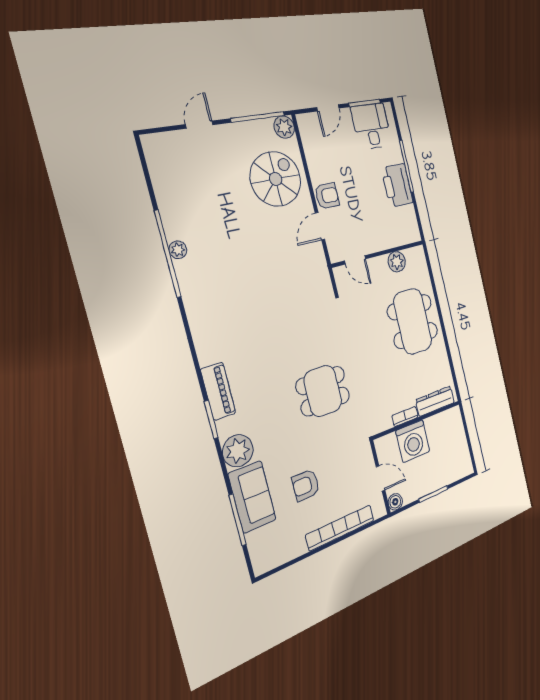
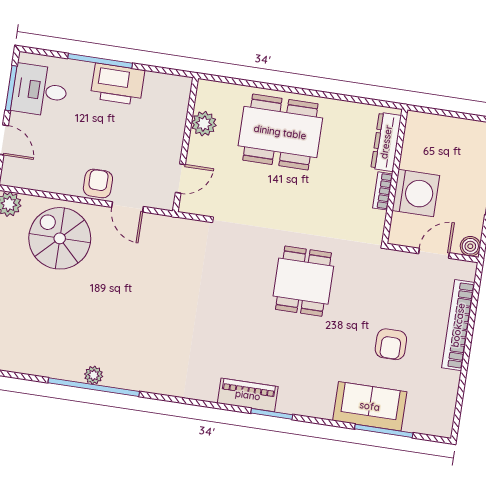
plant: (238, 451) -> (316, 401), removed

